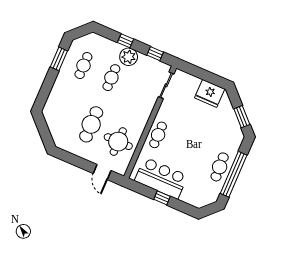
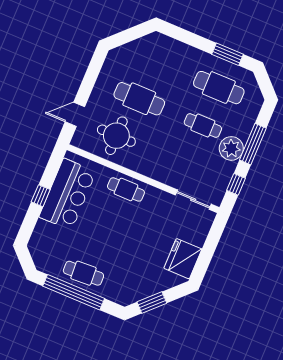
window: (126, 41) -> (253, 144), width x2.17
cafe table: (83, 66) -> (219, 88), width x1.37, depth x1.35

